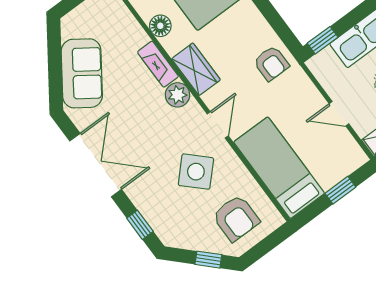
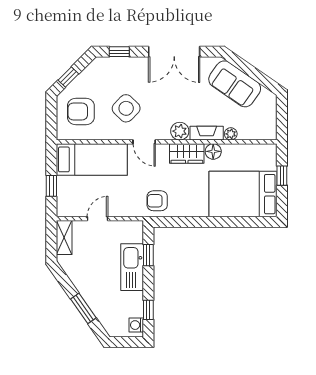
floor lamp: (160, 26) -> (213, 151), moved
plant: (139, 37) -> (231, 134), added
window: (323, 40) -> (148, 255), moved

